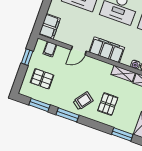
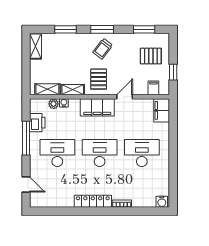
pallet: (108, 104) -> (99, 79), moved
window: (68, 115) -> (102, 29), moved
window: (122, 134) -> (66, 29), moved

